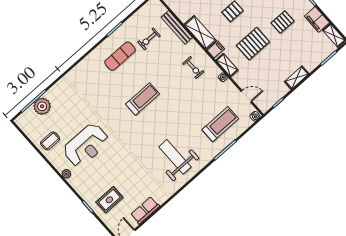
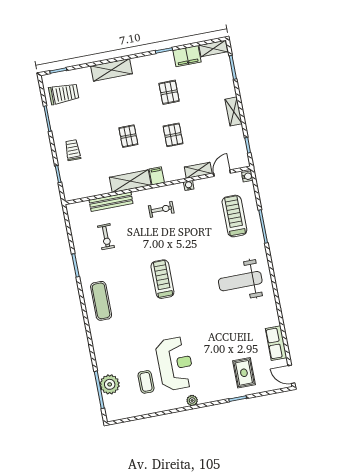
pallet: (253, 44) -> (173, 135), width x0.67, depth x0.71
exercise mat: (120, 56) -> (101, 301), moved
shelving: (227, 65) -> (198, 170), moved
coffee table: (50, 141) -> (146, 382), moved

